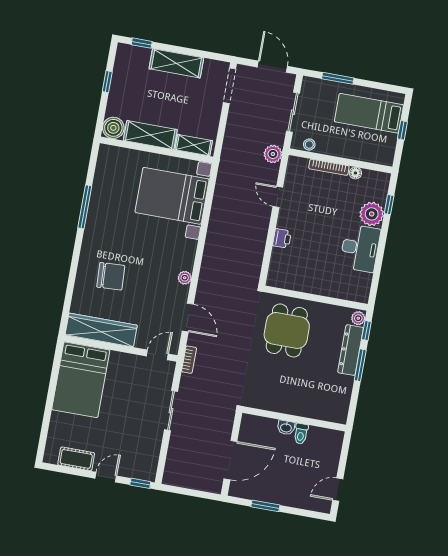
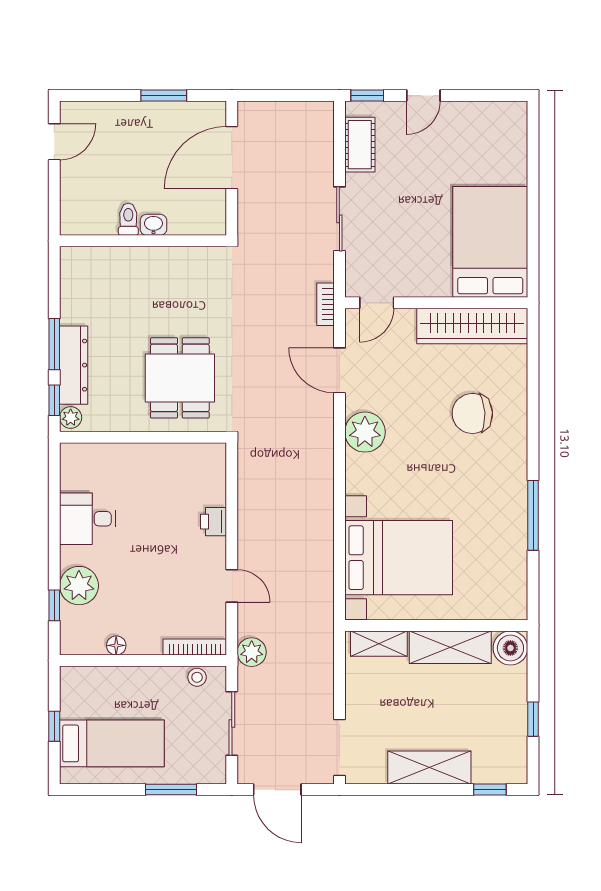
bookcase: (329, 167) -> (195, 647), moved
desk: (360, 248) -> (88, 519), width x0.73
plant: (185, 278) -> (365, 432), width x1.88, depth x1.88
cot: (76, 459) -> (360, 145), moved, turned 90

